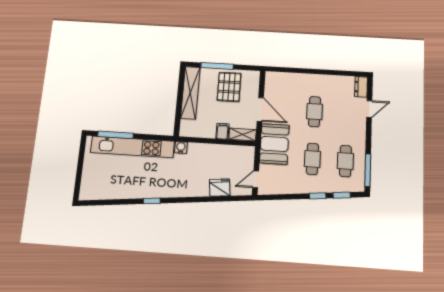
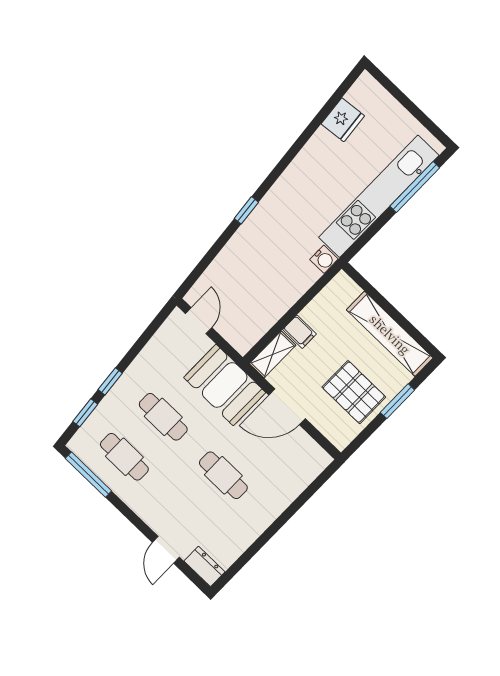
window: (217, 66) -> (397, 401), width x0.69
fridge: (220, 188) -> (343, 120), moved
window: (152, 201) -> (246, 210), moved

